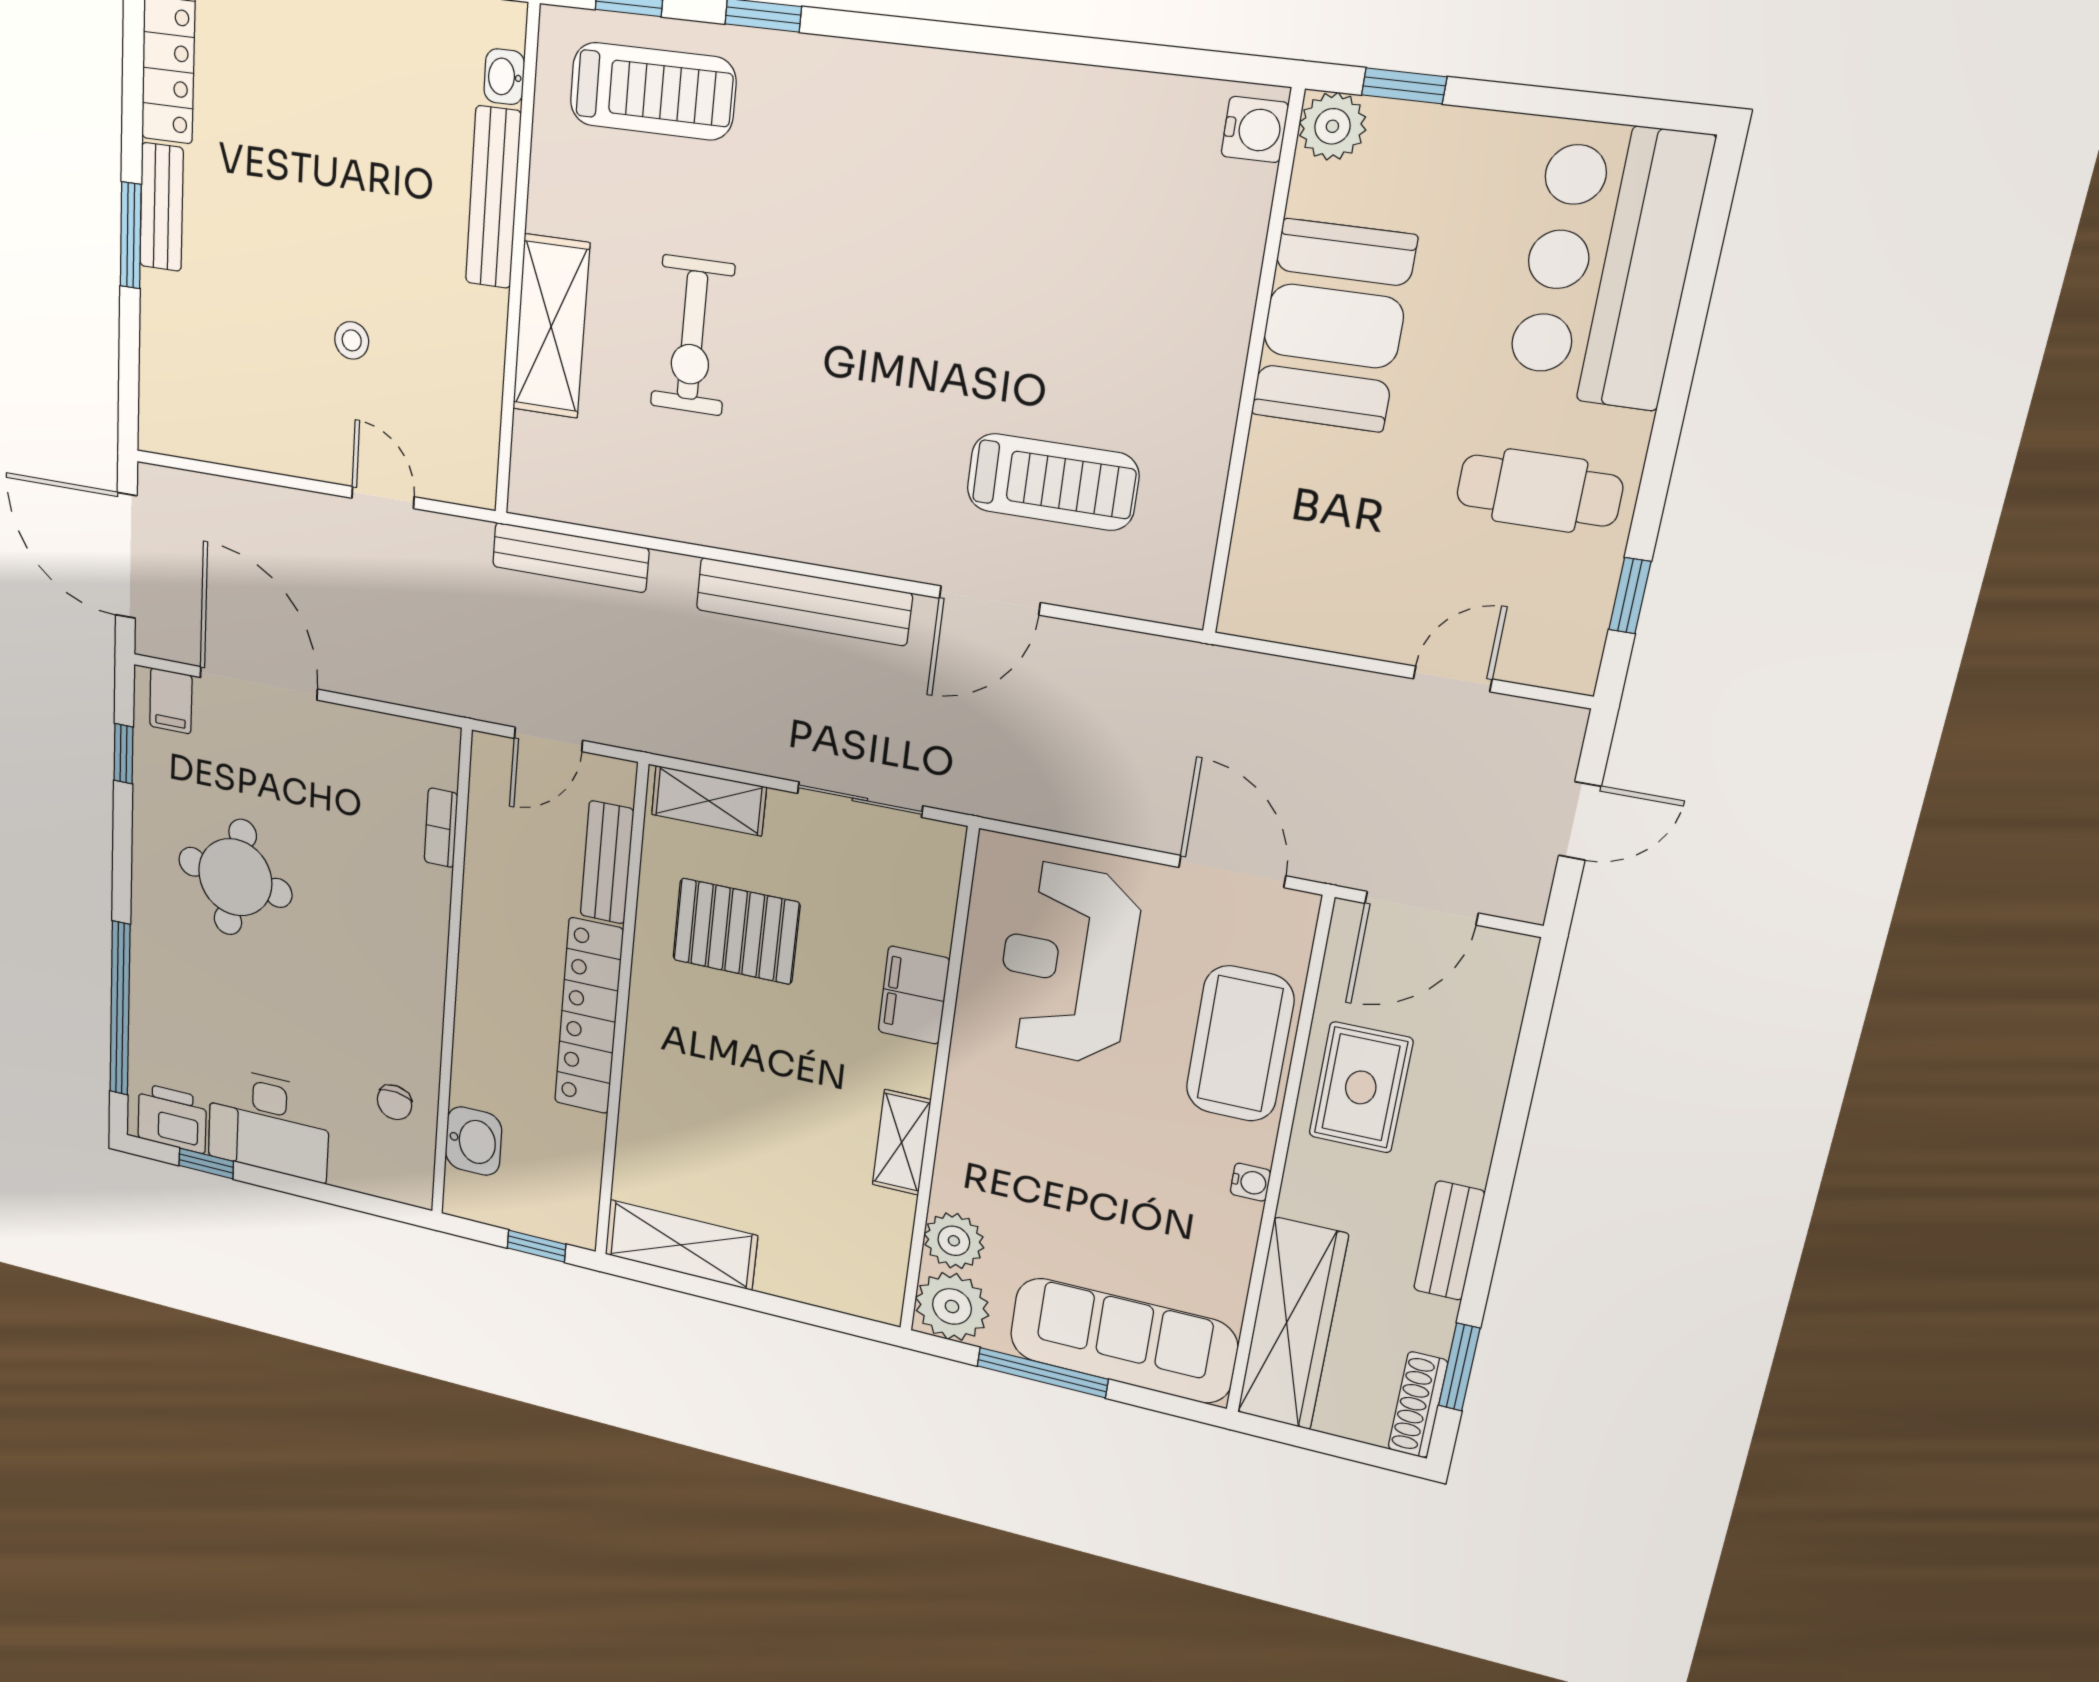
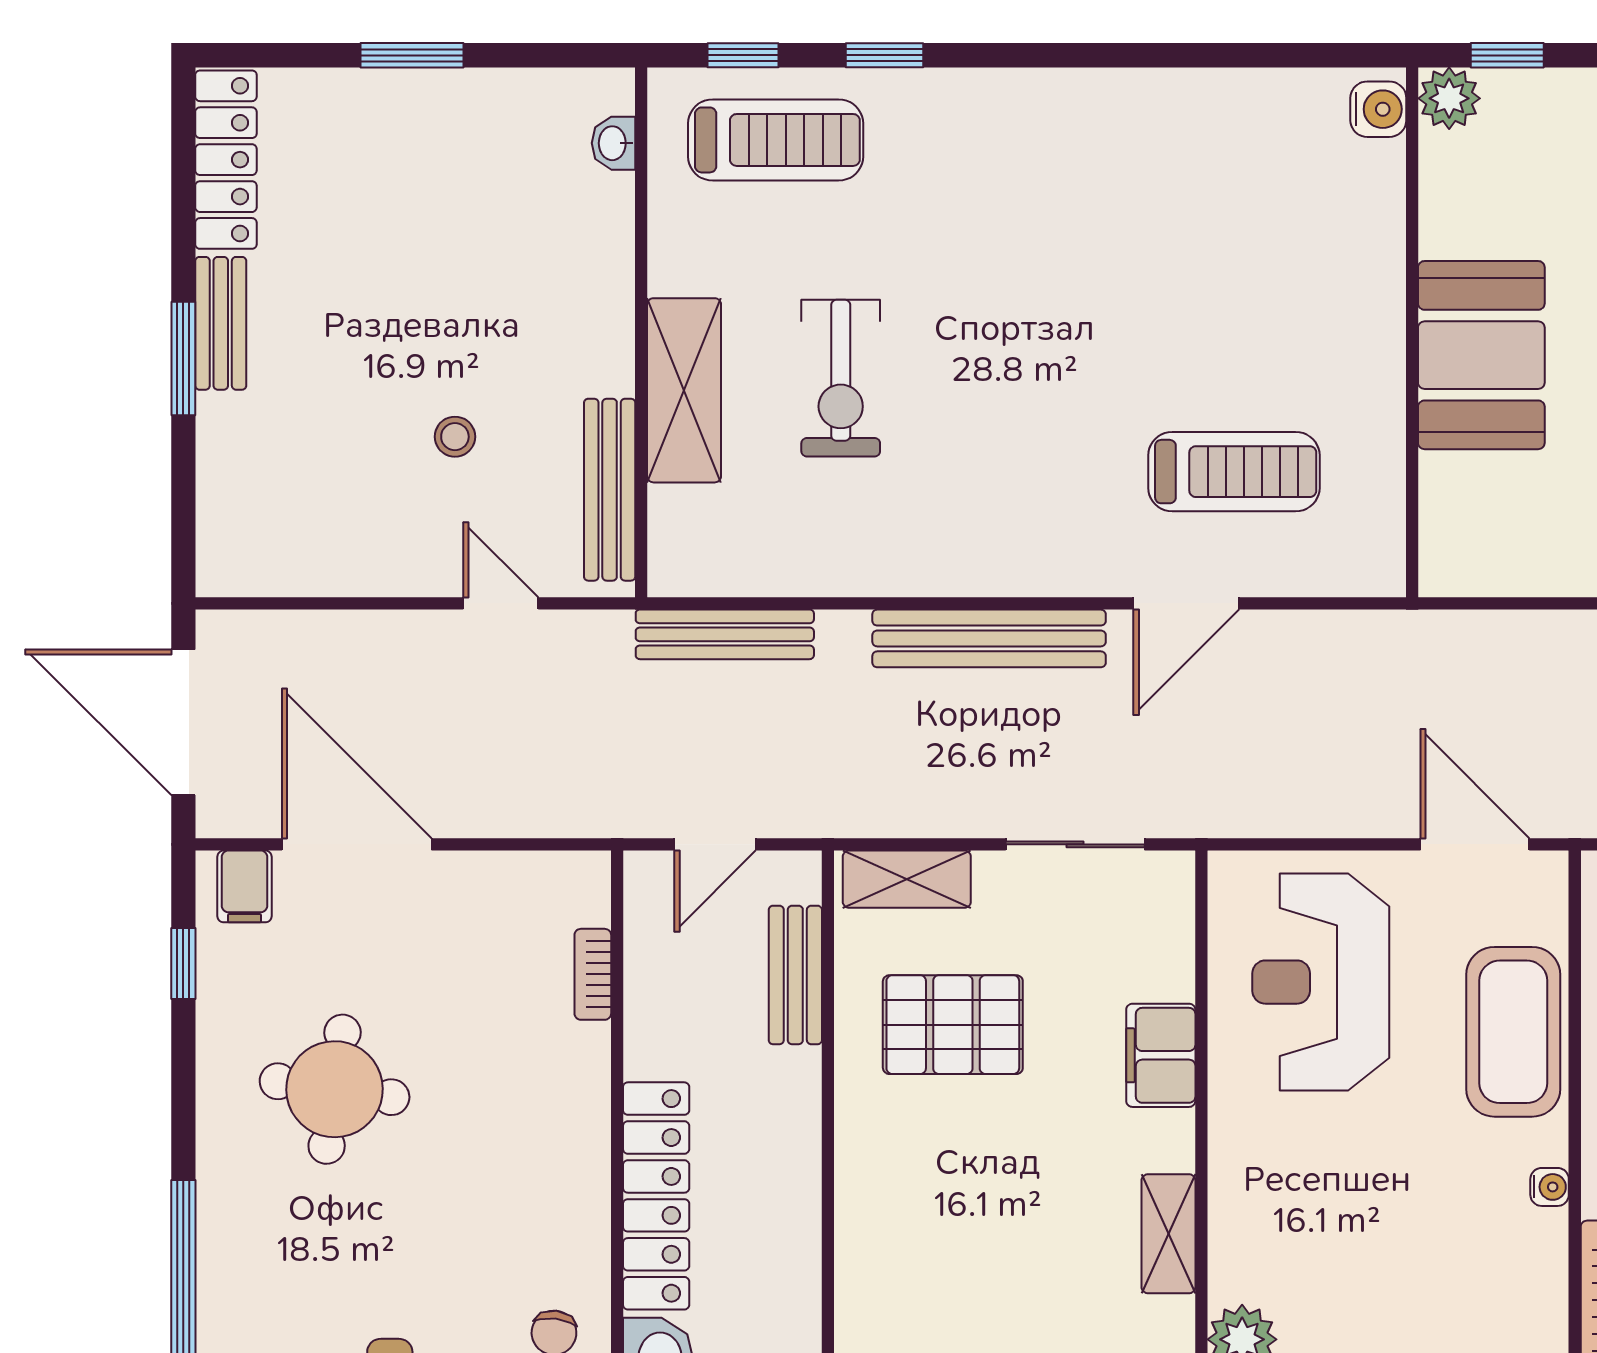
bench: (493, 198) -> (610, 490), moved
booth: (1333, 326) -> (1481, 355), moved
locker: (589, 1016) -> (656, 1196), moved, turned 180

